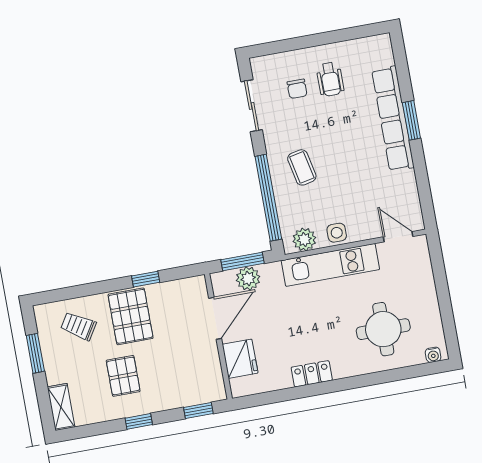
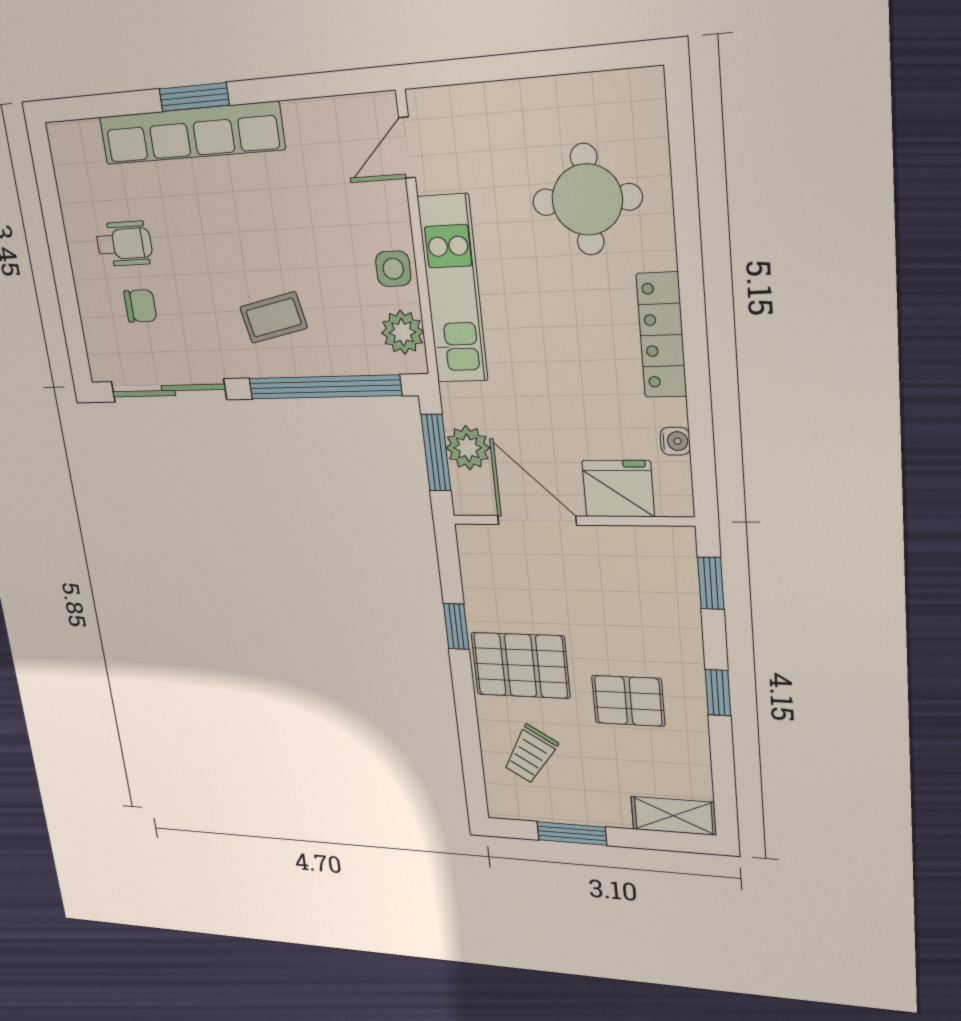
sliding door: (252, 106) -> (168, 391), width x1.37
water cooler: (433, 355) -> (675, 441), moved
locker: (312, 374) -> (662, 335), width x1.53

